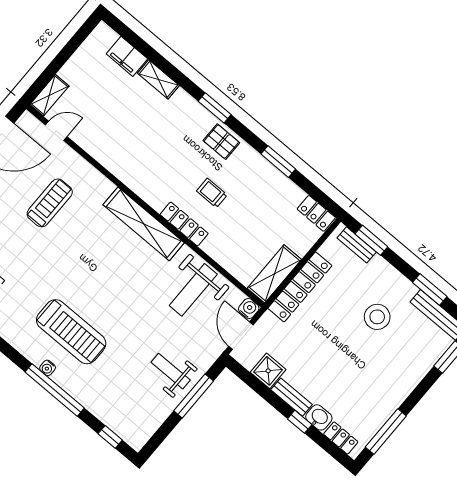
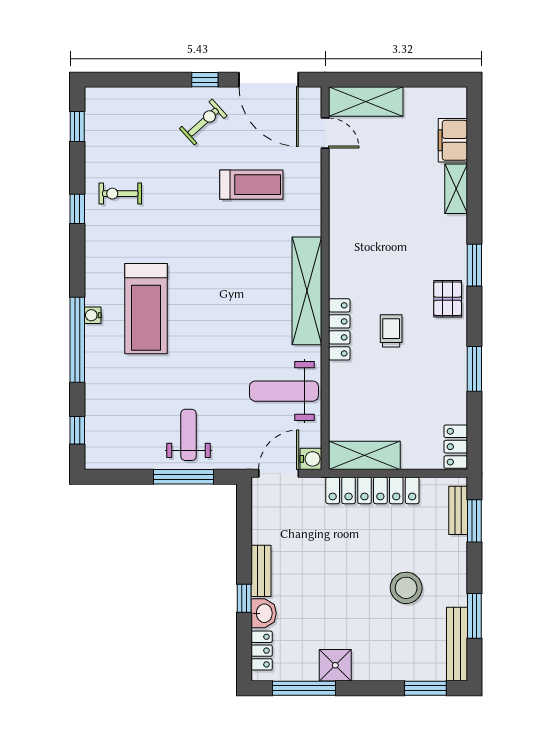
shelving: (49, 95) -> (366, 102), width x1.50, depth x1.33
shower: (268, 371) -> (335, 665), moved

